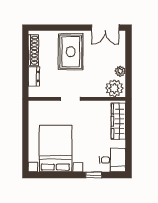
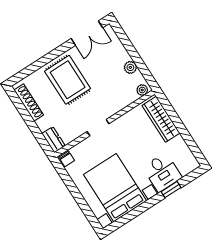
dresser: (34, 76) -> (54, 140), moved
plant: (114, 88) -> (142, 90), width x0.53, depth x0.53
chair: (34, 107) -> (67, 159), added
desk: (113, 160) -> (162, 172), moved, turned 90

